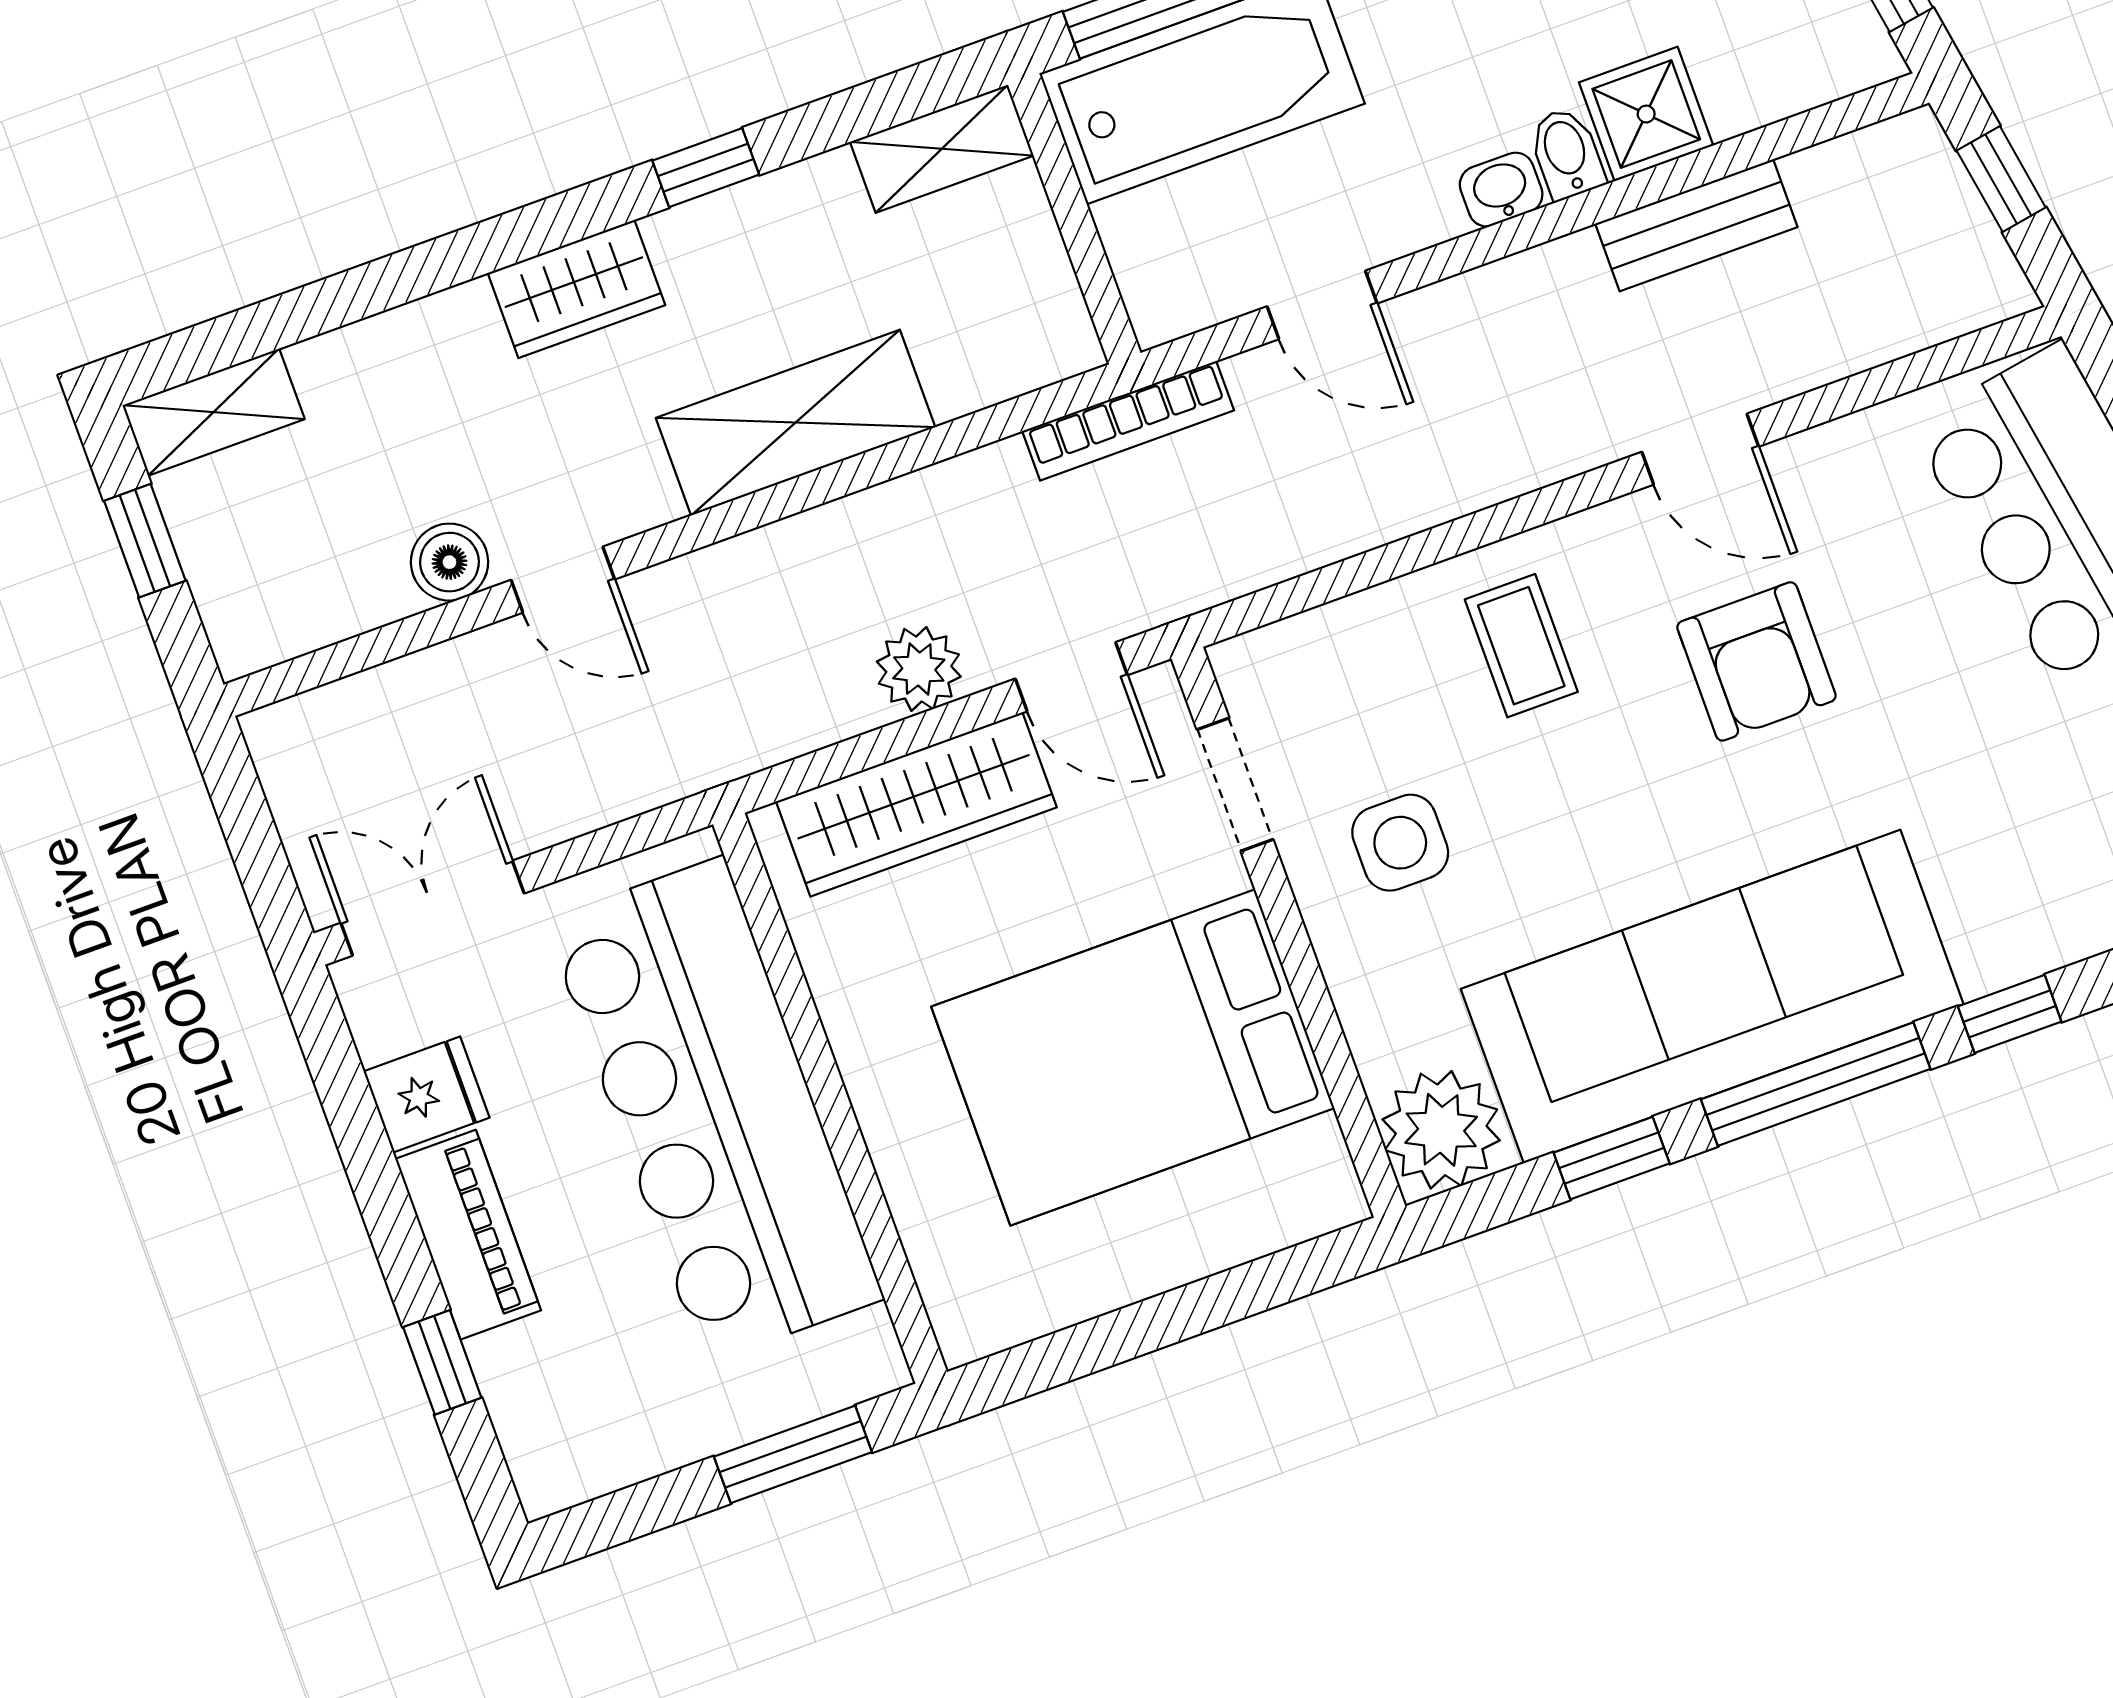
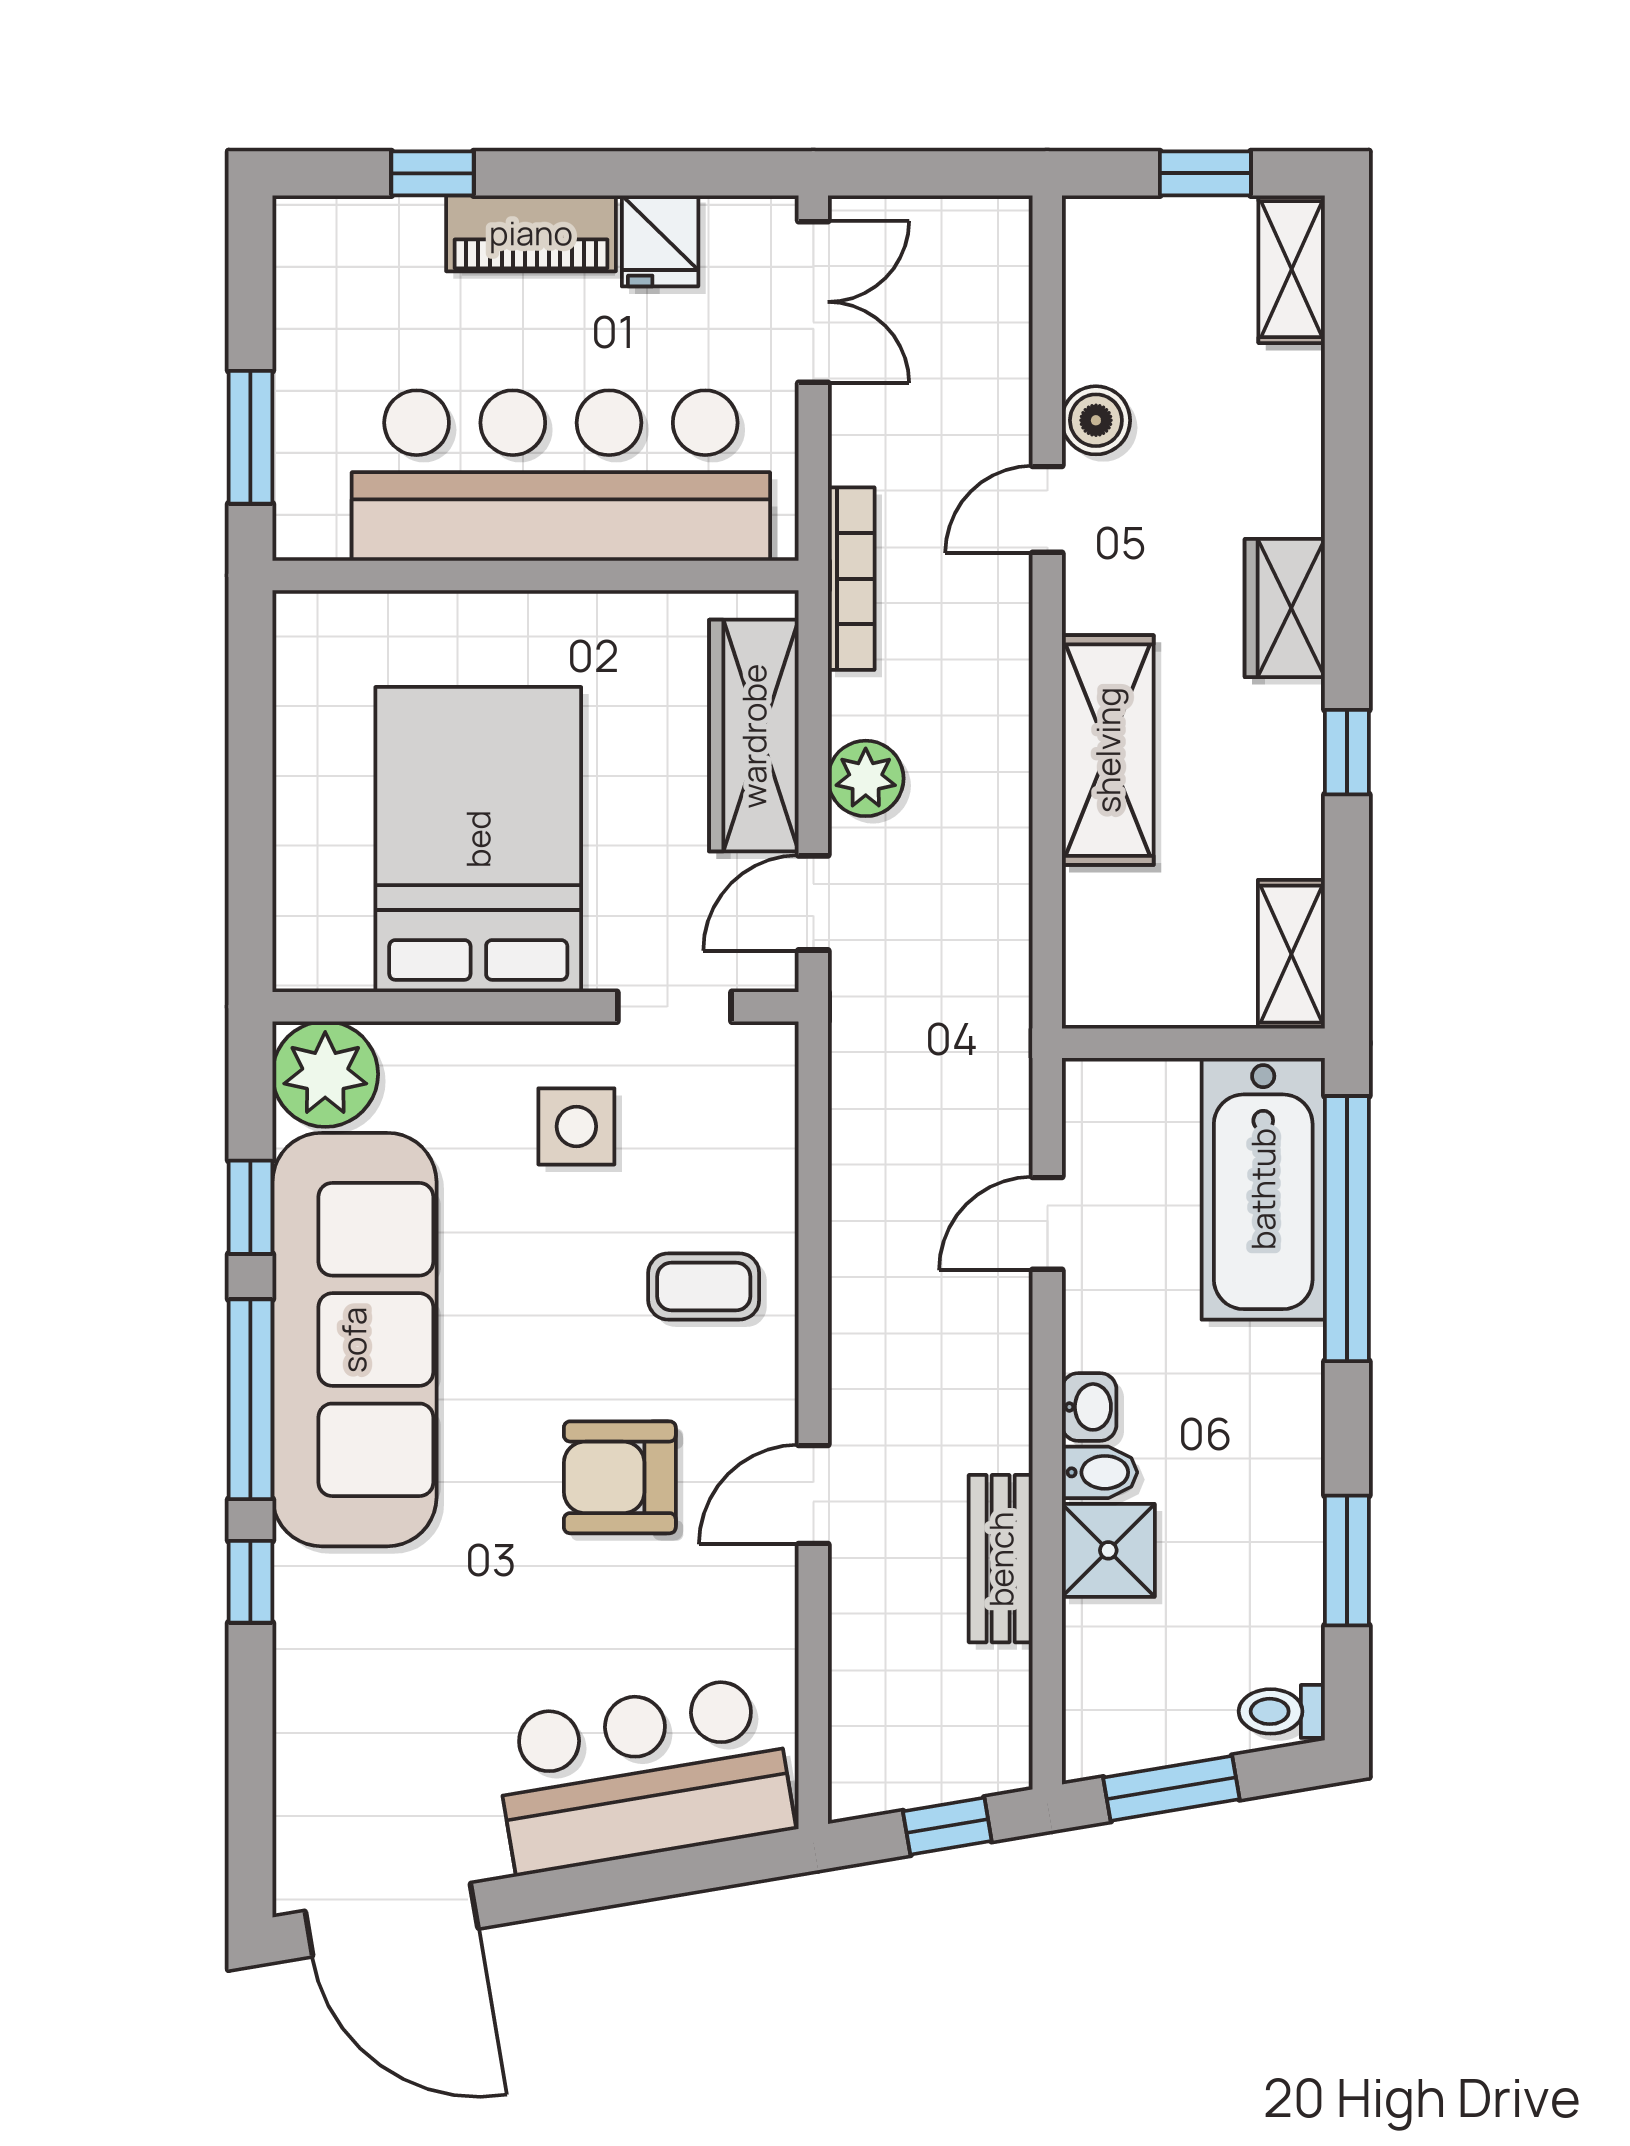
bookcase: (1128, 421) -> (851, 579), moved, turned 180

